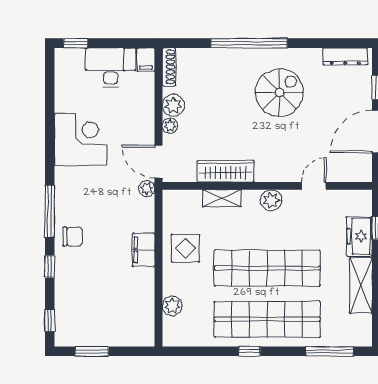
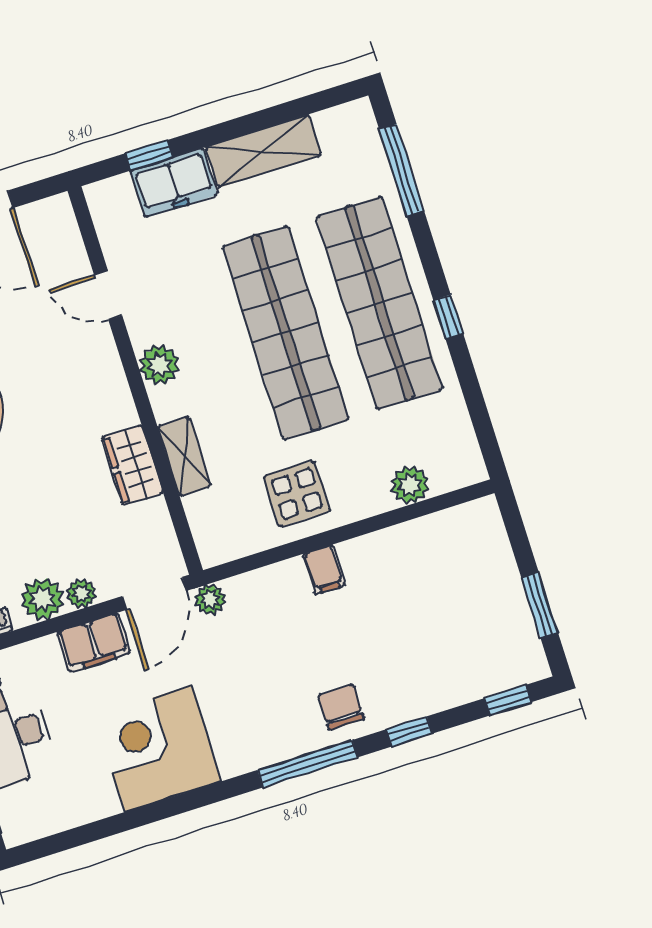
filing cabinet: (144, 124) -> (94, 643), added
wardrobe: (226, 171) -> (133, 465), width x0.67
filing cabinet: (144, 250) -> (324, 570), width x0.50

